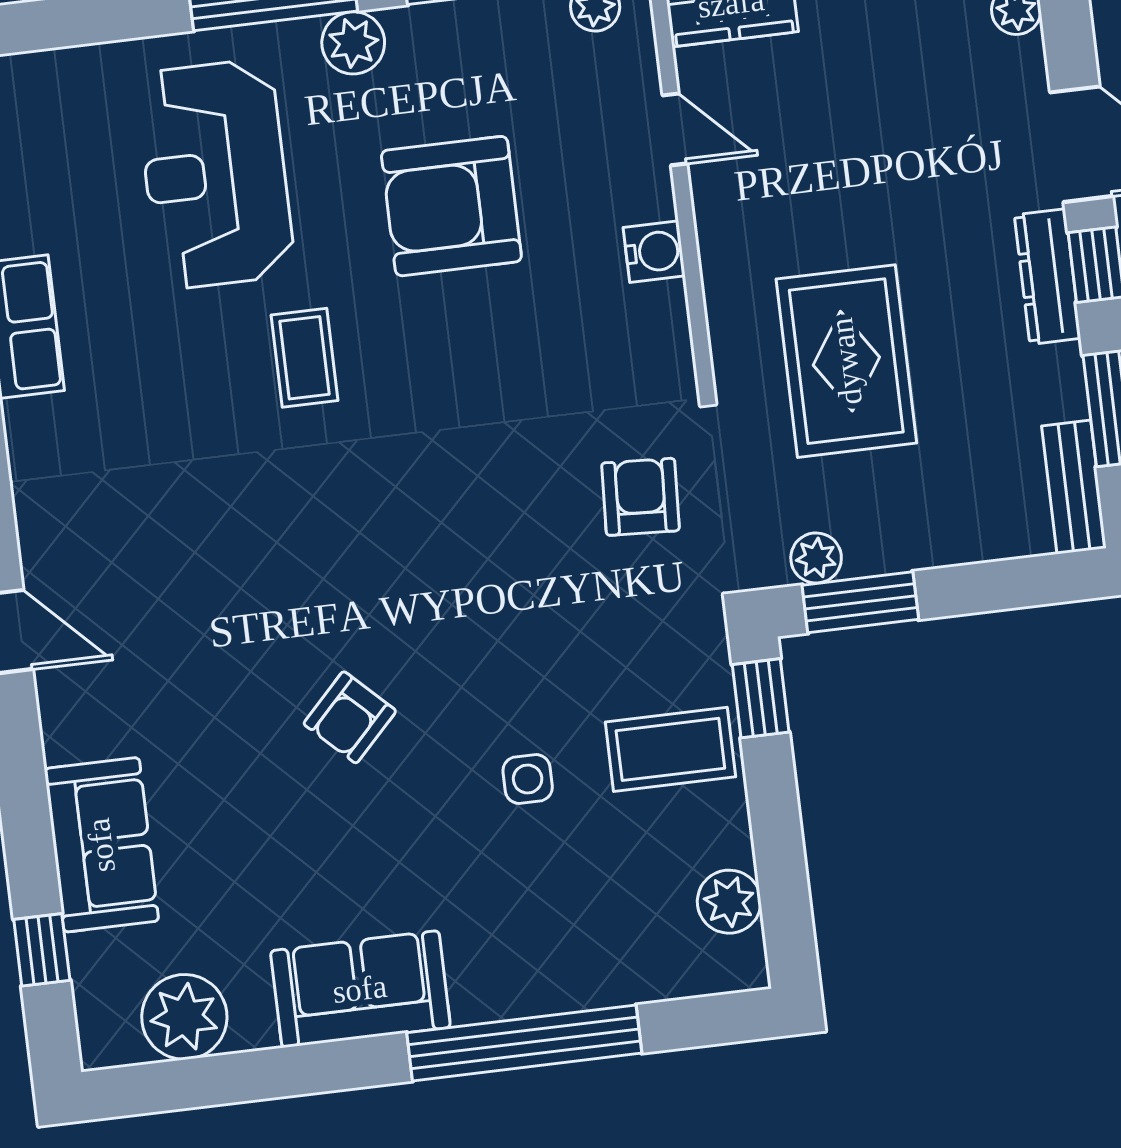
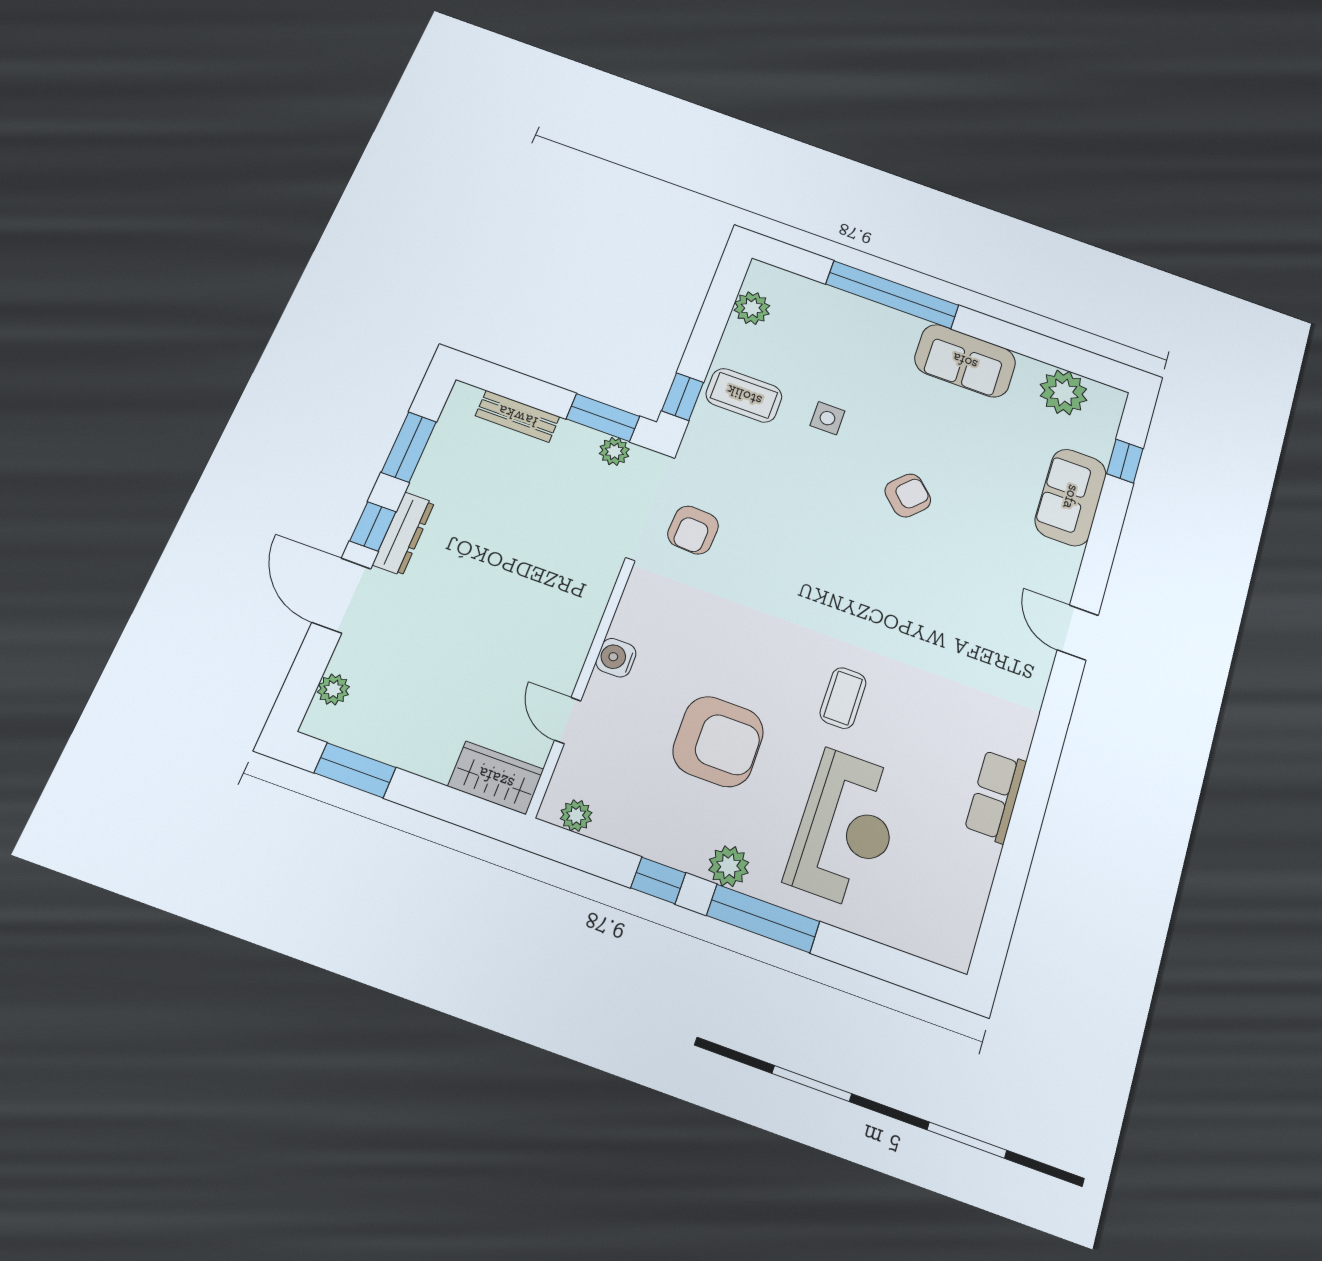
rug: (846, 361) -> (541, 545), removed
bench: (1074, 487) -> (518, 416), moved, turned 90

